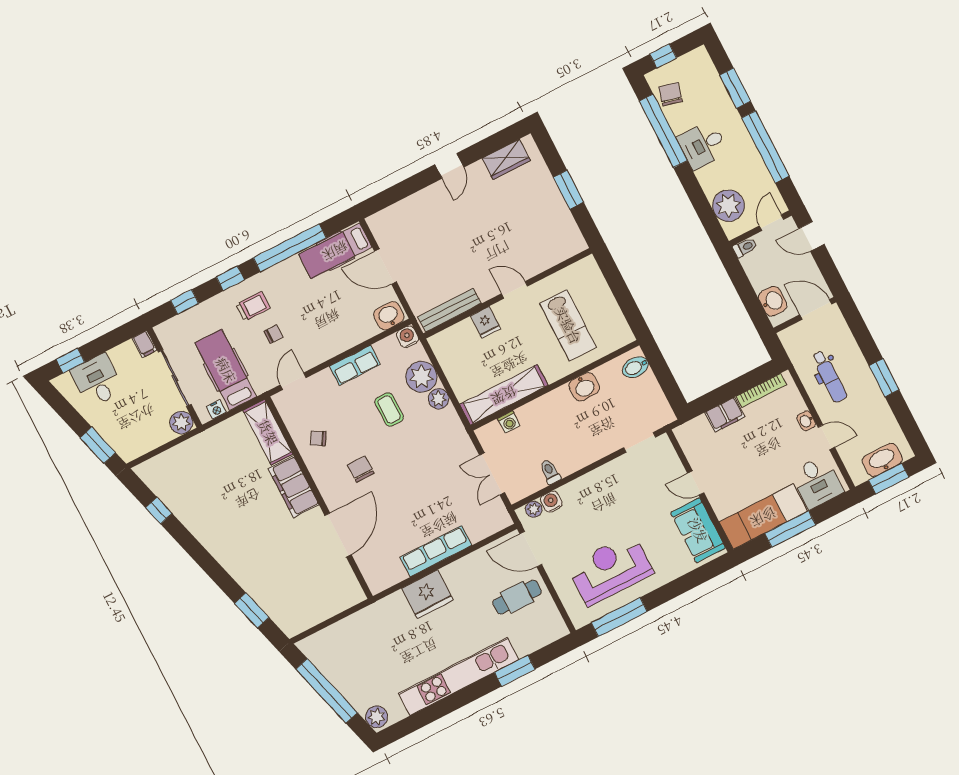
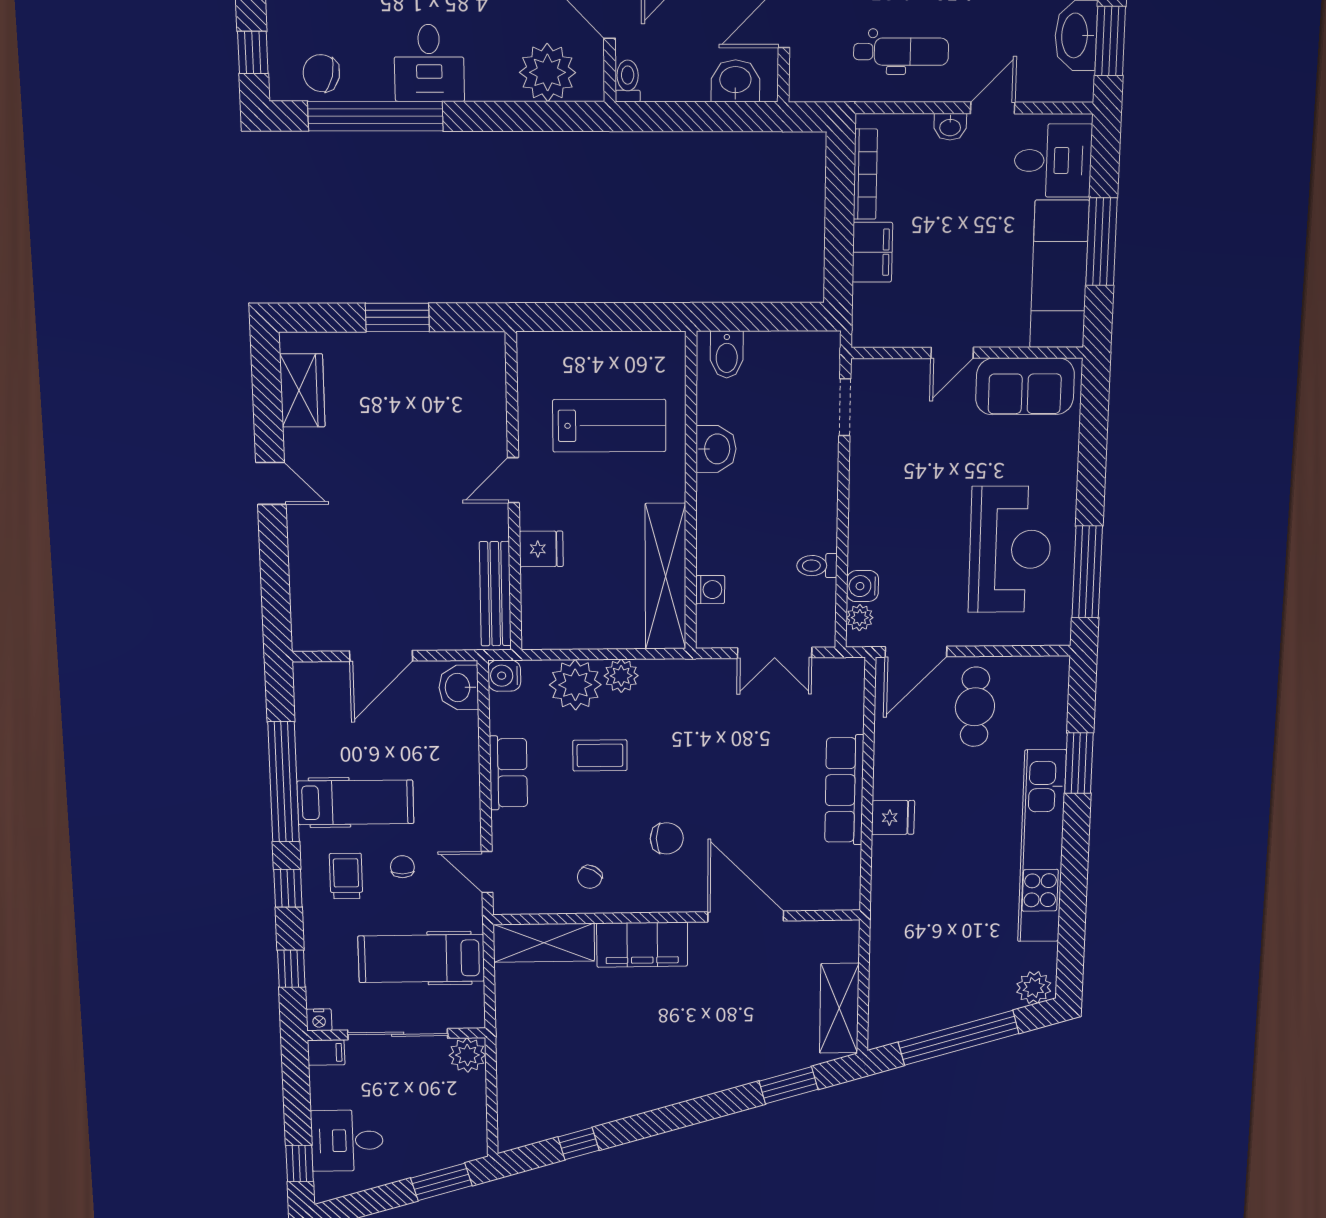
hospital bed: (335, 251) -> (355, 802), moved, turned -90
nightstand: (216, 409) -> (319, 1020), moved, turned 90
chair: (361, 469) -> (667, 838), turned 180
reception desk: (610, 569) -> (1010, 549), turned 180
fridge: (427, 594) -> (893, 818), width x0.53, depth x0.75
shelving: (311, 615) -> (839, 1008), added

